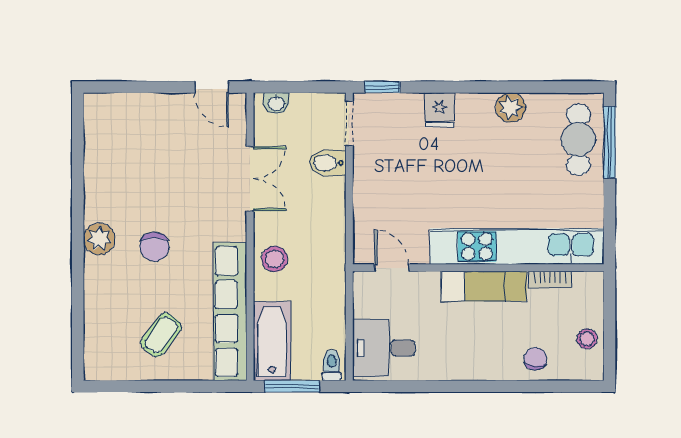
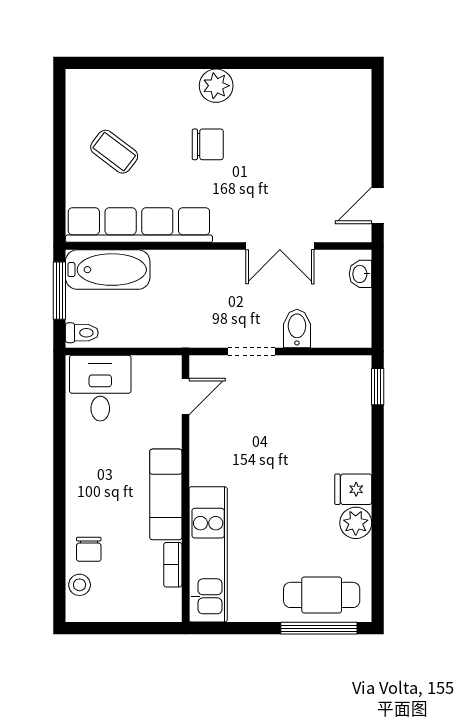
fridge: (440, 110) -> (353, 489), moved
doorway: (349, 123) -> (251, 352), moved
kitchen unit: (517, 246) -> (208, 554), width x0.73
chair: (154, 247) -> (208, 144), turned 180
stool: (275, 259) -> (195, 272), removed
stool: (587, 339) -> (80, 585), moved
chair: (535, 359) -> (89, 549), turned 87

